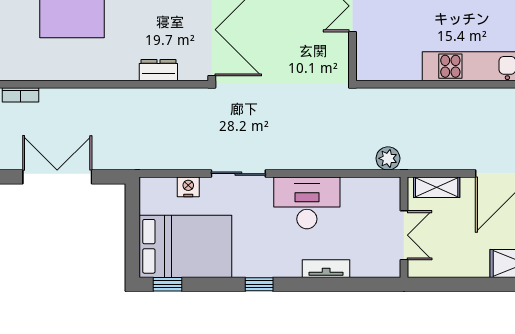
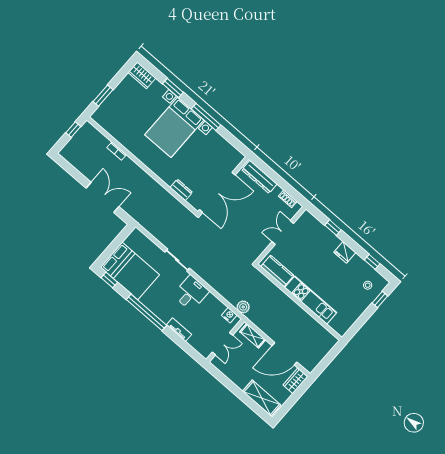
kitchen counter: (392, 67) -> (277, 271), added
nightstand: (188, 187) -> (229, 315), moved
desk: (307, 203) -> (191, 293), width x0.73
window: (259, 284) -> (146, 312), width x3.17

